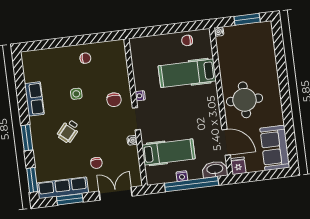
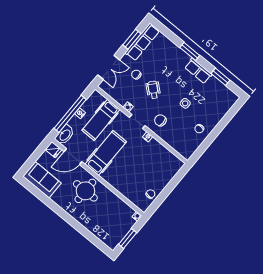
hospital bed: (187, 73) -> (106, 153), moved
row of seats: (34, 99) -> (198, 71), moved
wheelchair: (68, 131) -> (153, 90), moved
window: (32, 180) -> (221, 77), moved

